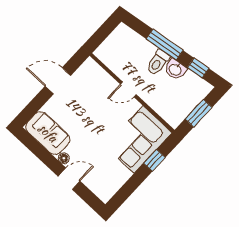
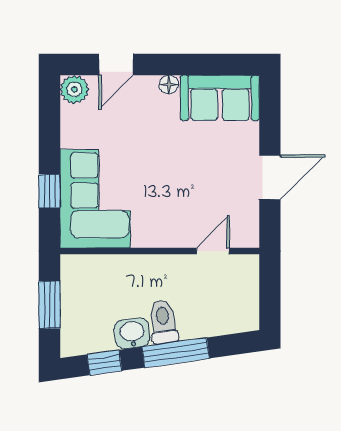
door: (128, 89) -> (213, 251), moved
door: (69, 179) -> (116, 64), moved
plant: (105, 193) -> (74, 89), added

